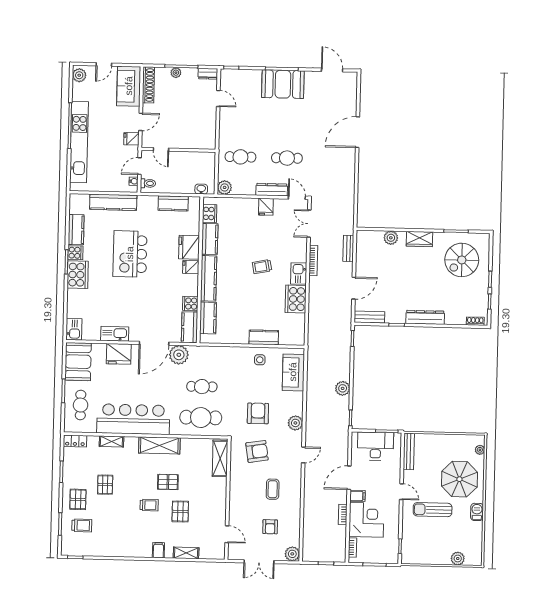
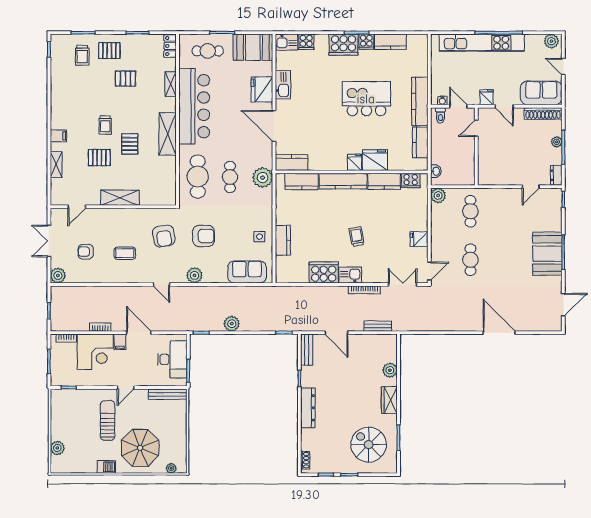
dresser: (272, 190) -> (437, 245), removed
kitchen counter: (113, 202) -> (420, 101), moved
cooker: (190, 304) -> (306, 42), moved, turned 180
plant: (179, 355) -> (263, 178), moved
shelving: (220, 458) -> (120, 198), moved

